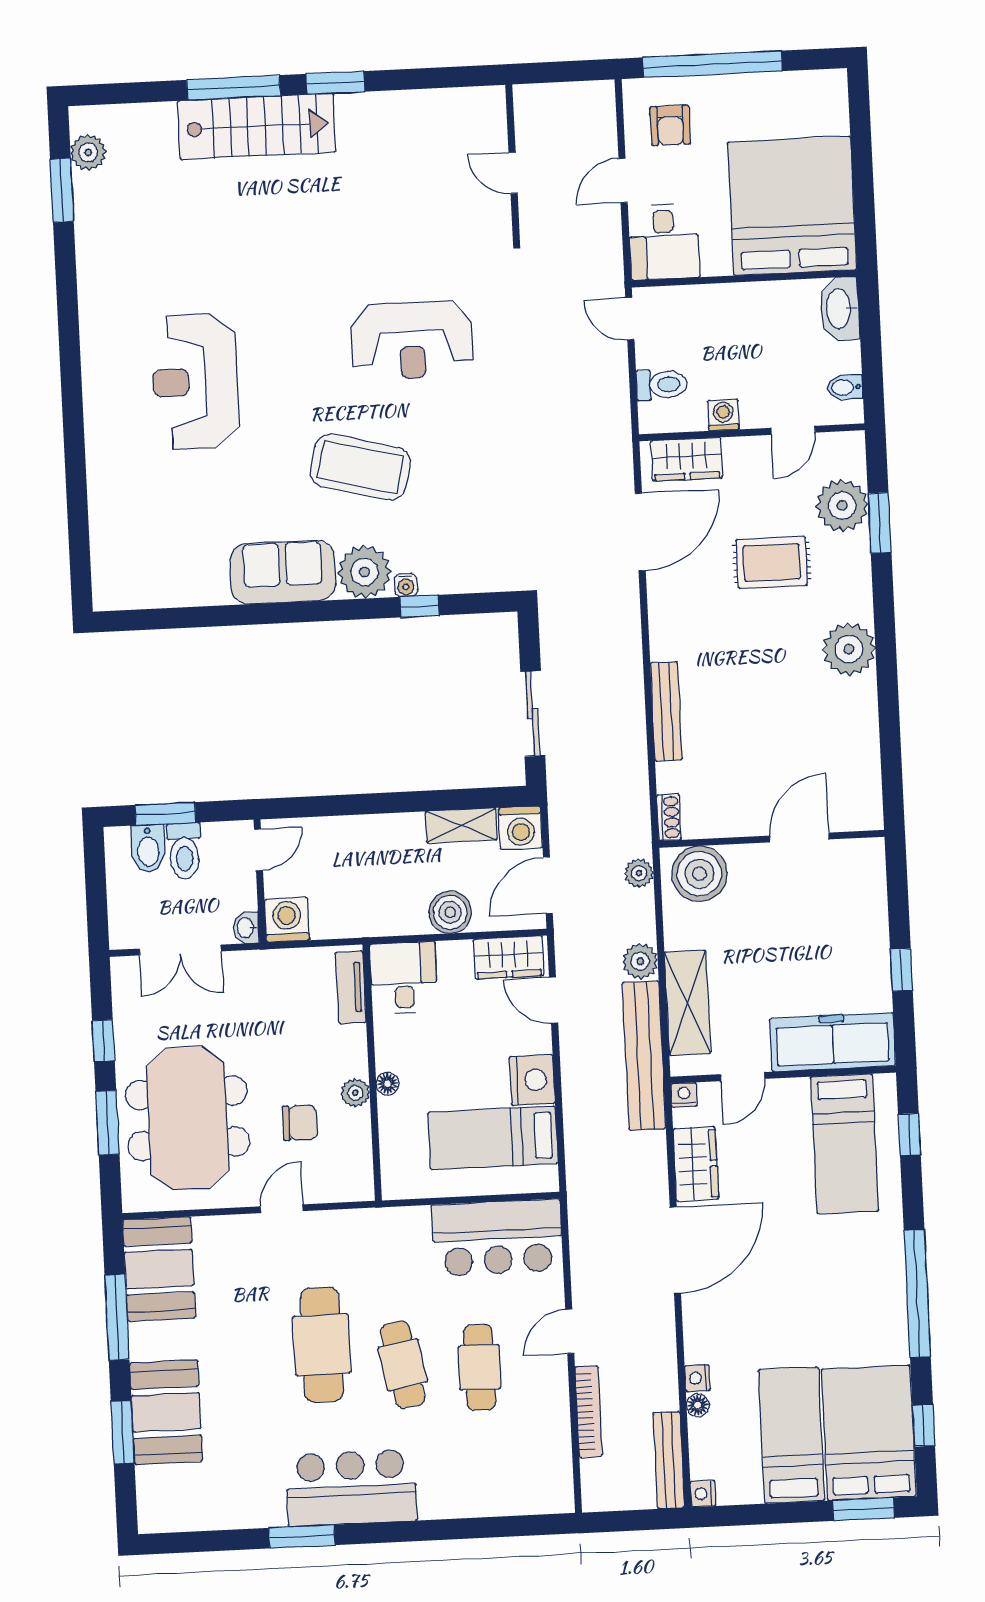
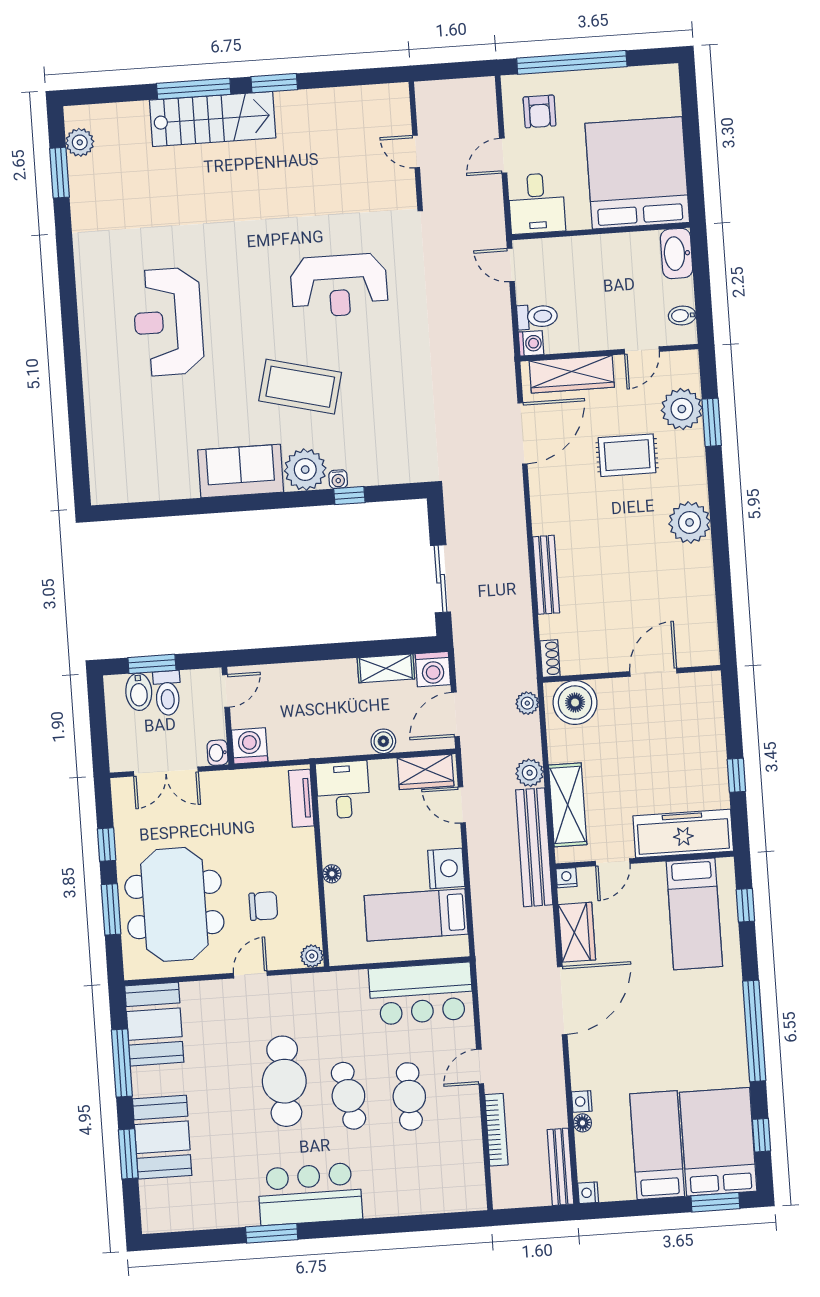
washing machine: (723, 415) -> (531, 343), moved, turned 90
wardrobe: (686, 459) -> (572, 374), width x1.50
boiler: (450, 912) -> (383, 741), width x0.73, depth x0.73
plant: (355, 1093) -> (312, 956), moved

